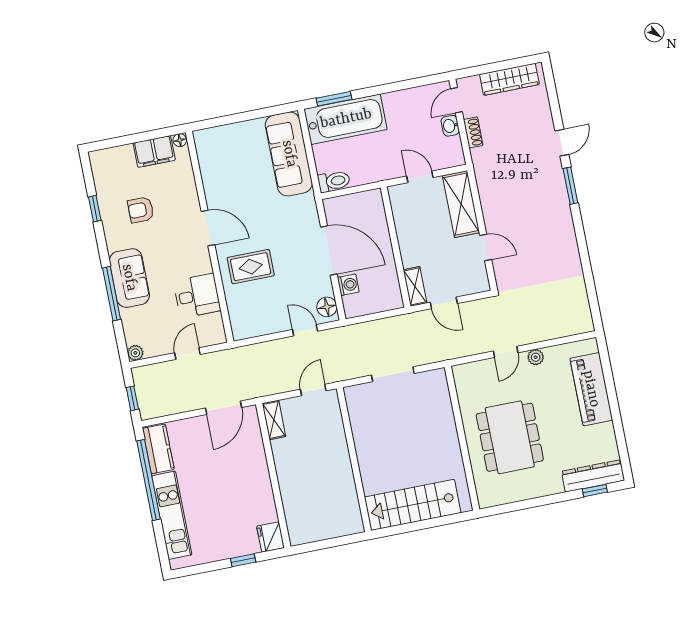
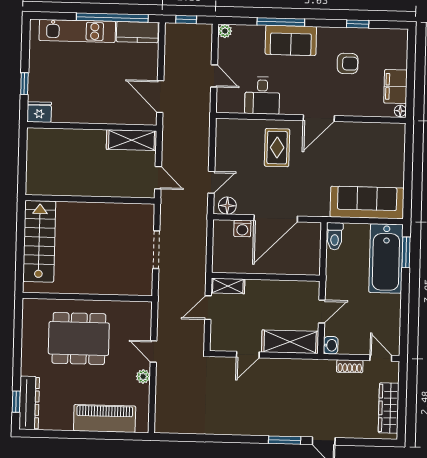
washbasin: (450, 126) -> (331, 345), moved, turned 90
armchair: (141, 210) -> (348, 63), turned 90
shelving: (274, 420) -> (132, 140), width x1.50, depth x1.33

